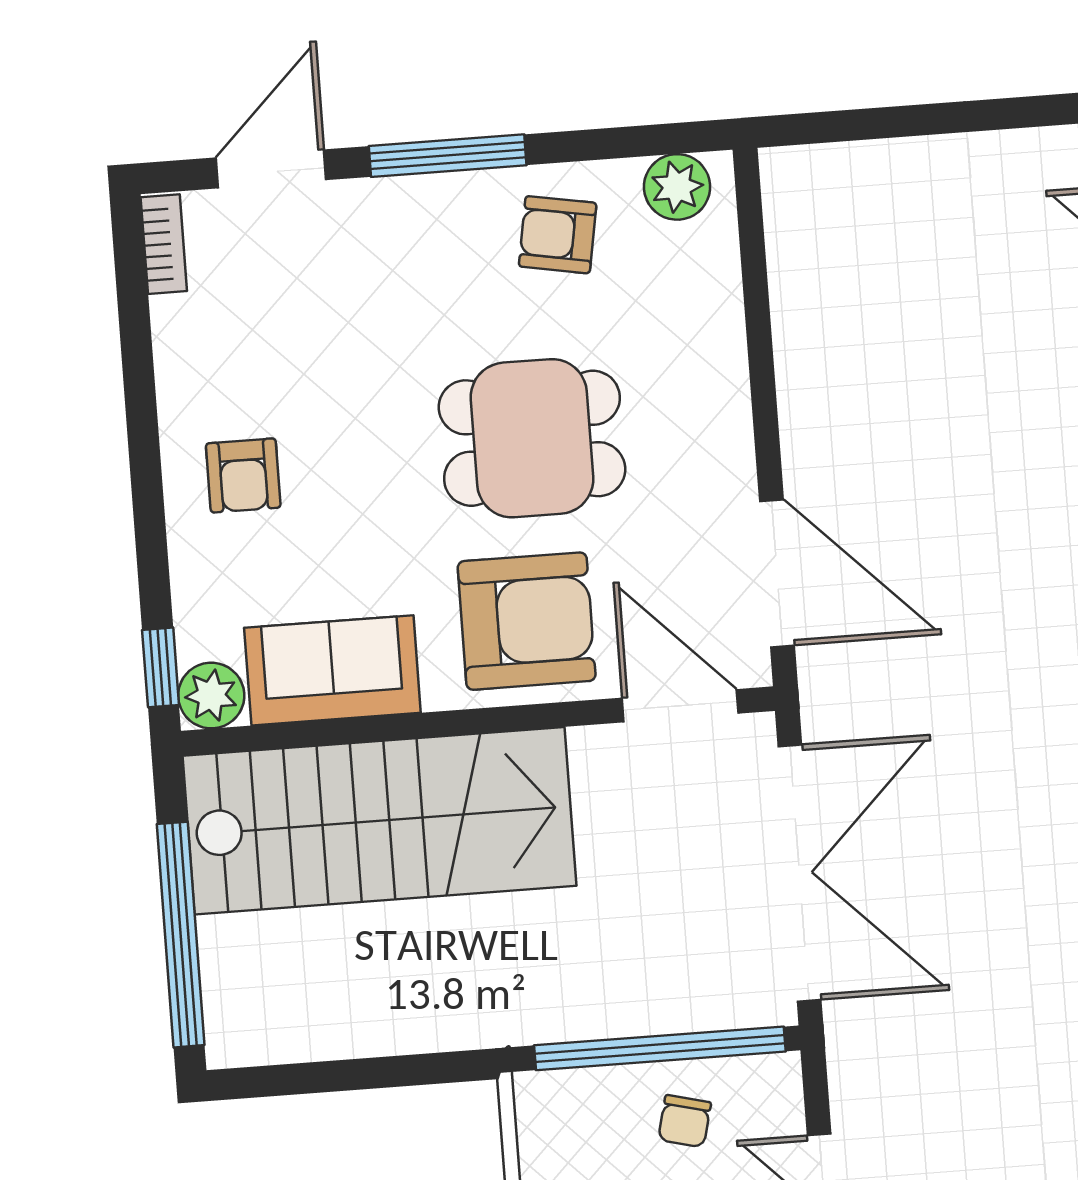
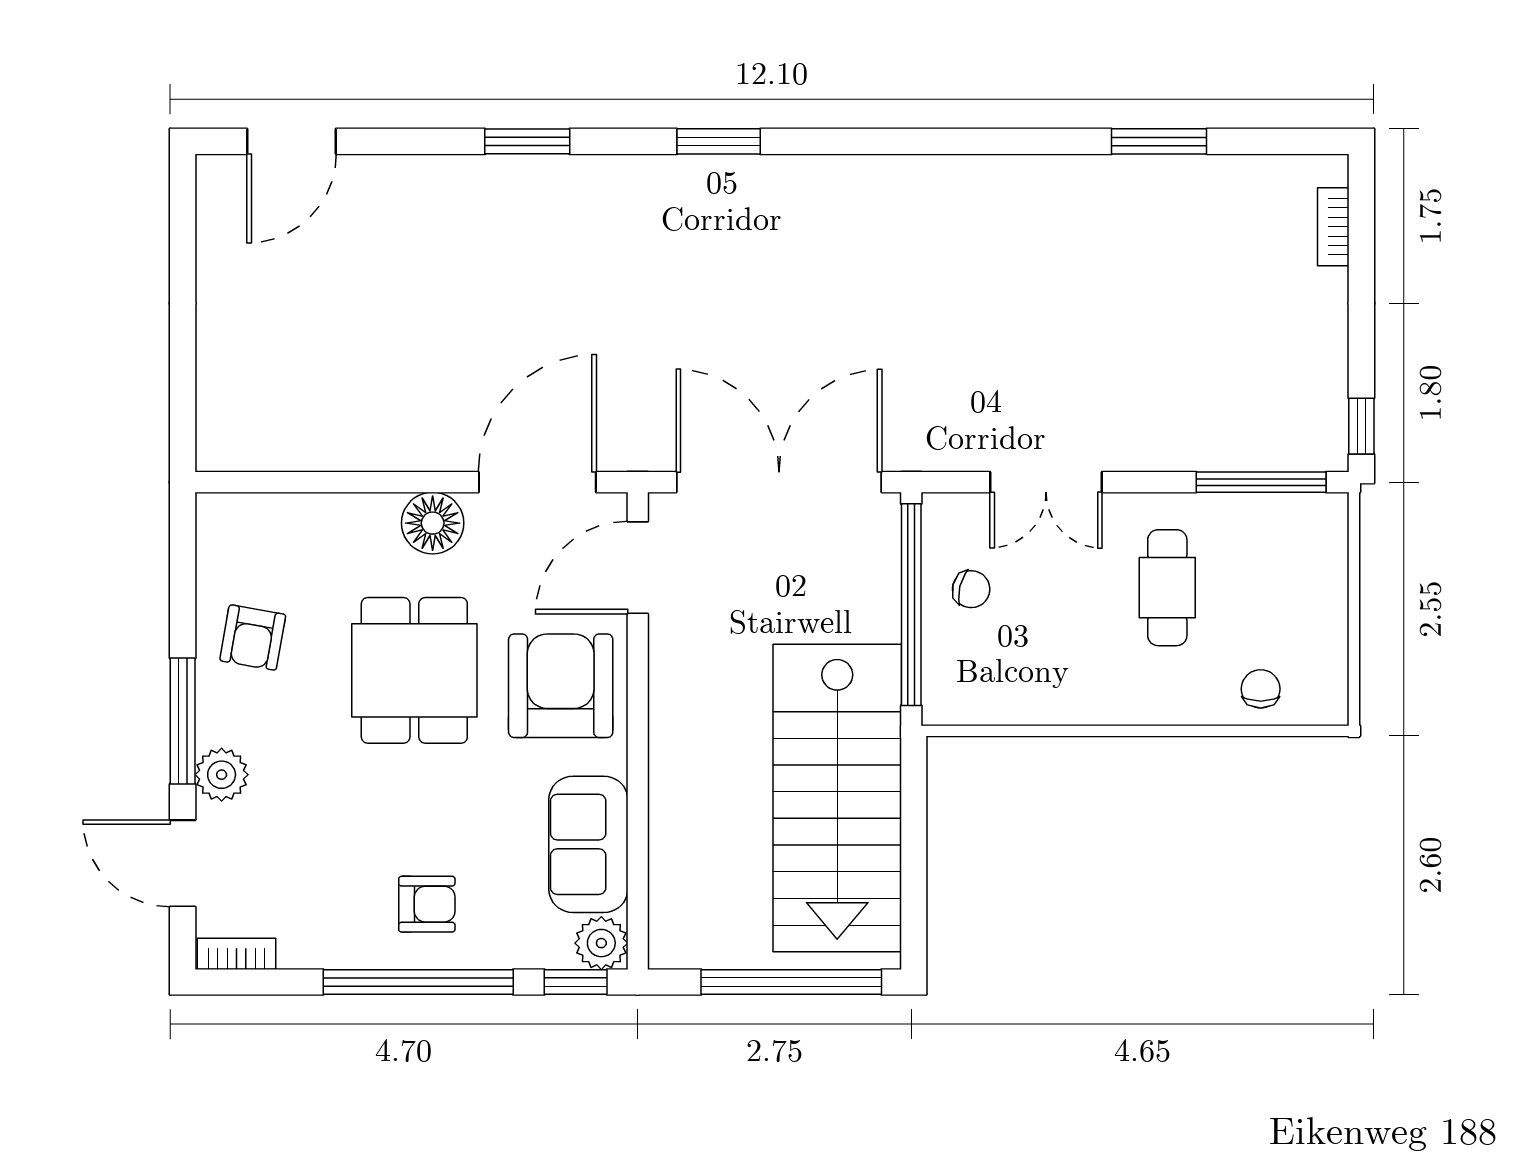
plant: (677, 187) -> (222, 775), moved
floor lamp: (716, 447) -> (433, 523), added
window: (146, 472) -> (418, 982), added
stairs: (380, 821) -> (837, 798), moved, turned 180

